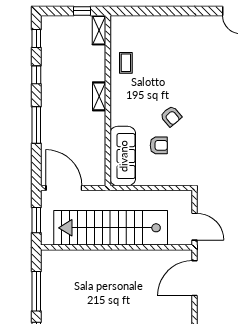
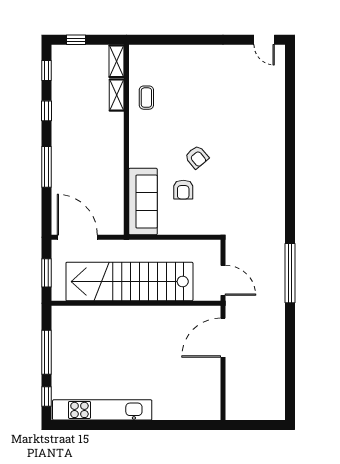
window: (82, 11) -> (76, 40), moved
shelving: (99, 96) -> (117, 95), moved
armchair: (159, 145) -> (183, 190), turned 90

